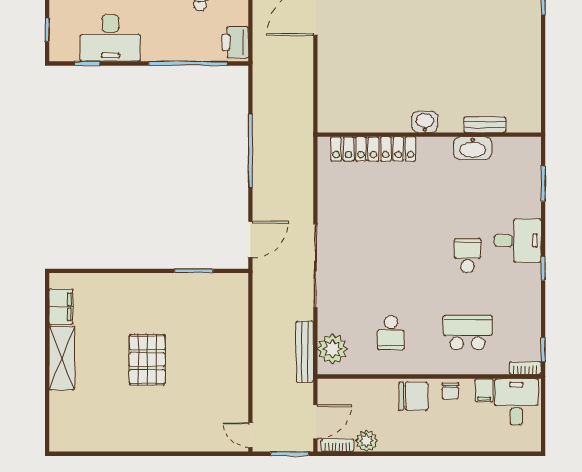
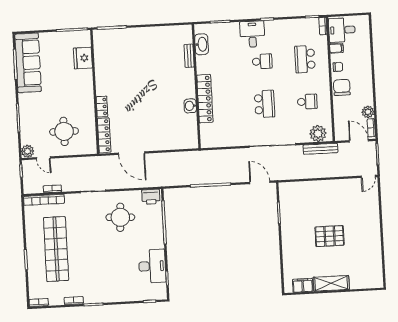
washbasin: (425, 122) -> (190, 106), moved
washbasin: (473, 148) -> (202, 44), moved
locker: (373, 149) -> (205, 99), moved
school desk: (391, 256) -> (264, 104), added
school desk: (468, 256) -> (262, 61), turned 180

